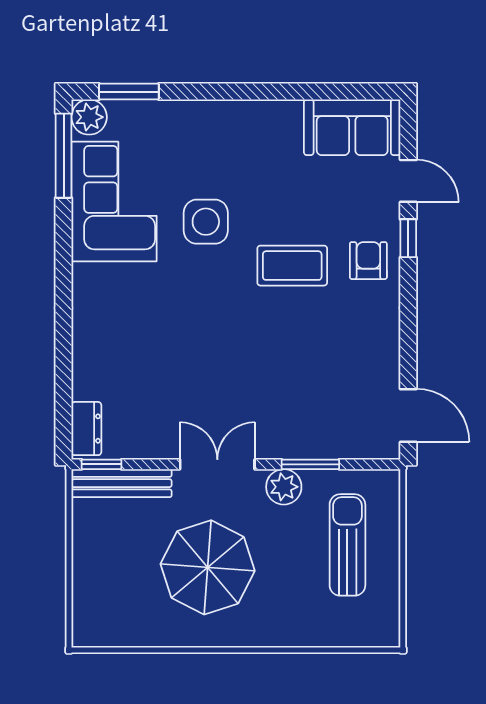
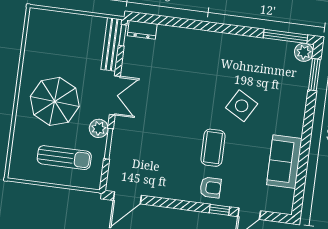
sofa: (352, 127) -> (284, 162), moved
corner sofa: (114, 202) -> (258, 59), removed
side table: (206, 222) -> (242, 106), turned 30
parasol: (208, 567) -> (55, 101), moved

